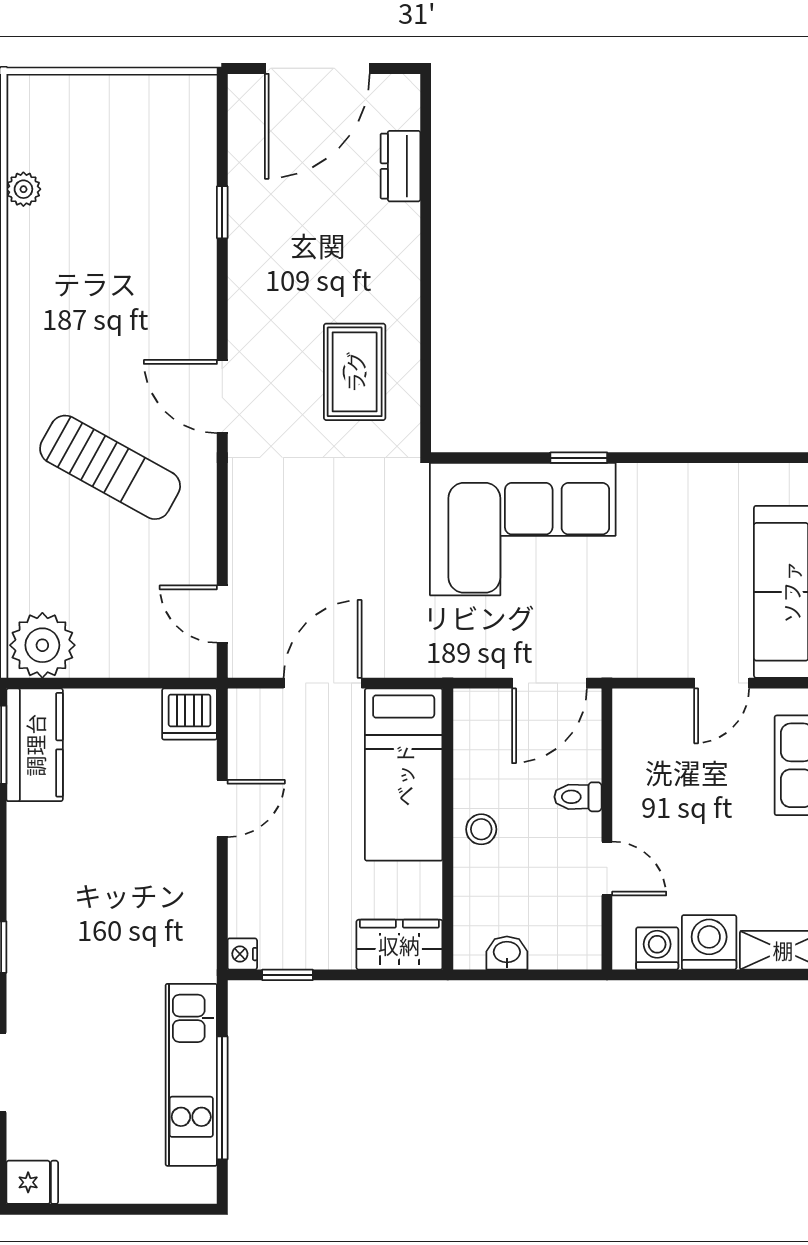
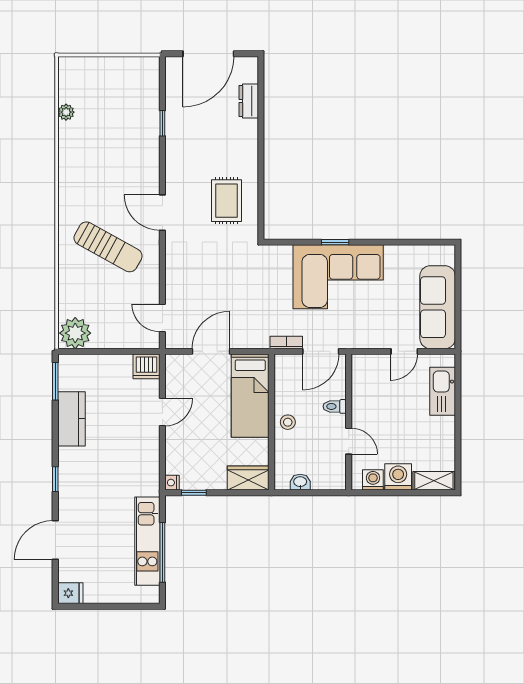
corner sofa: (523, 529) -> (338, 277), moved
bookcase: (478, 665) -> (286, 342), added
kitchen counter: (35, 745) -> (71, 419), moved

